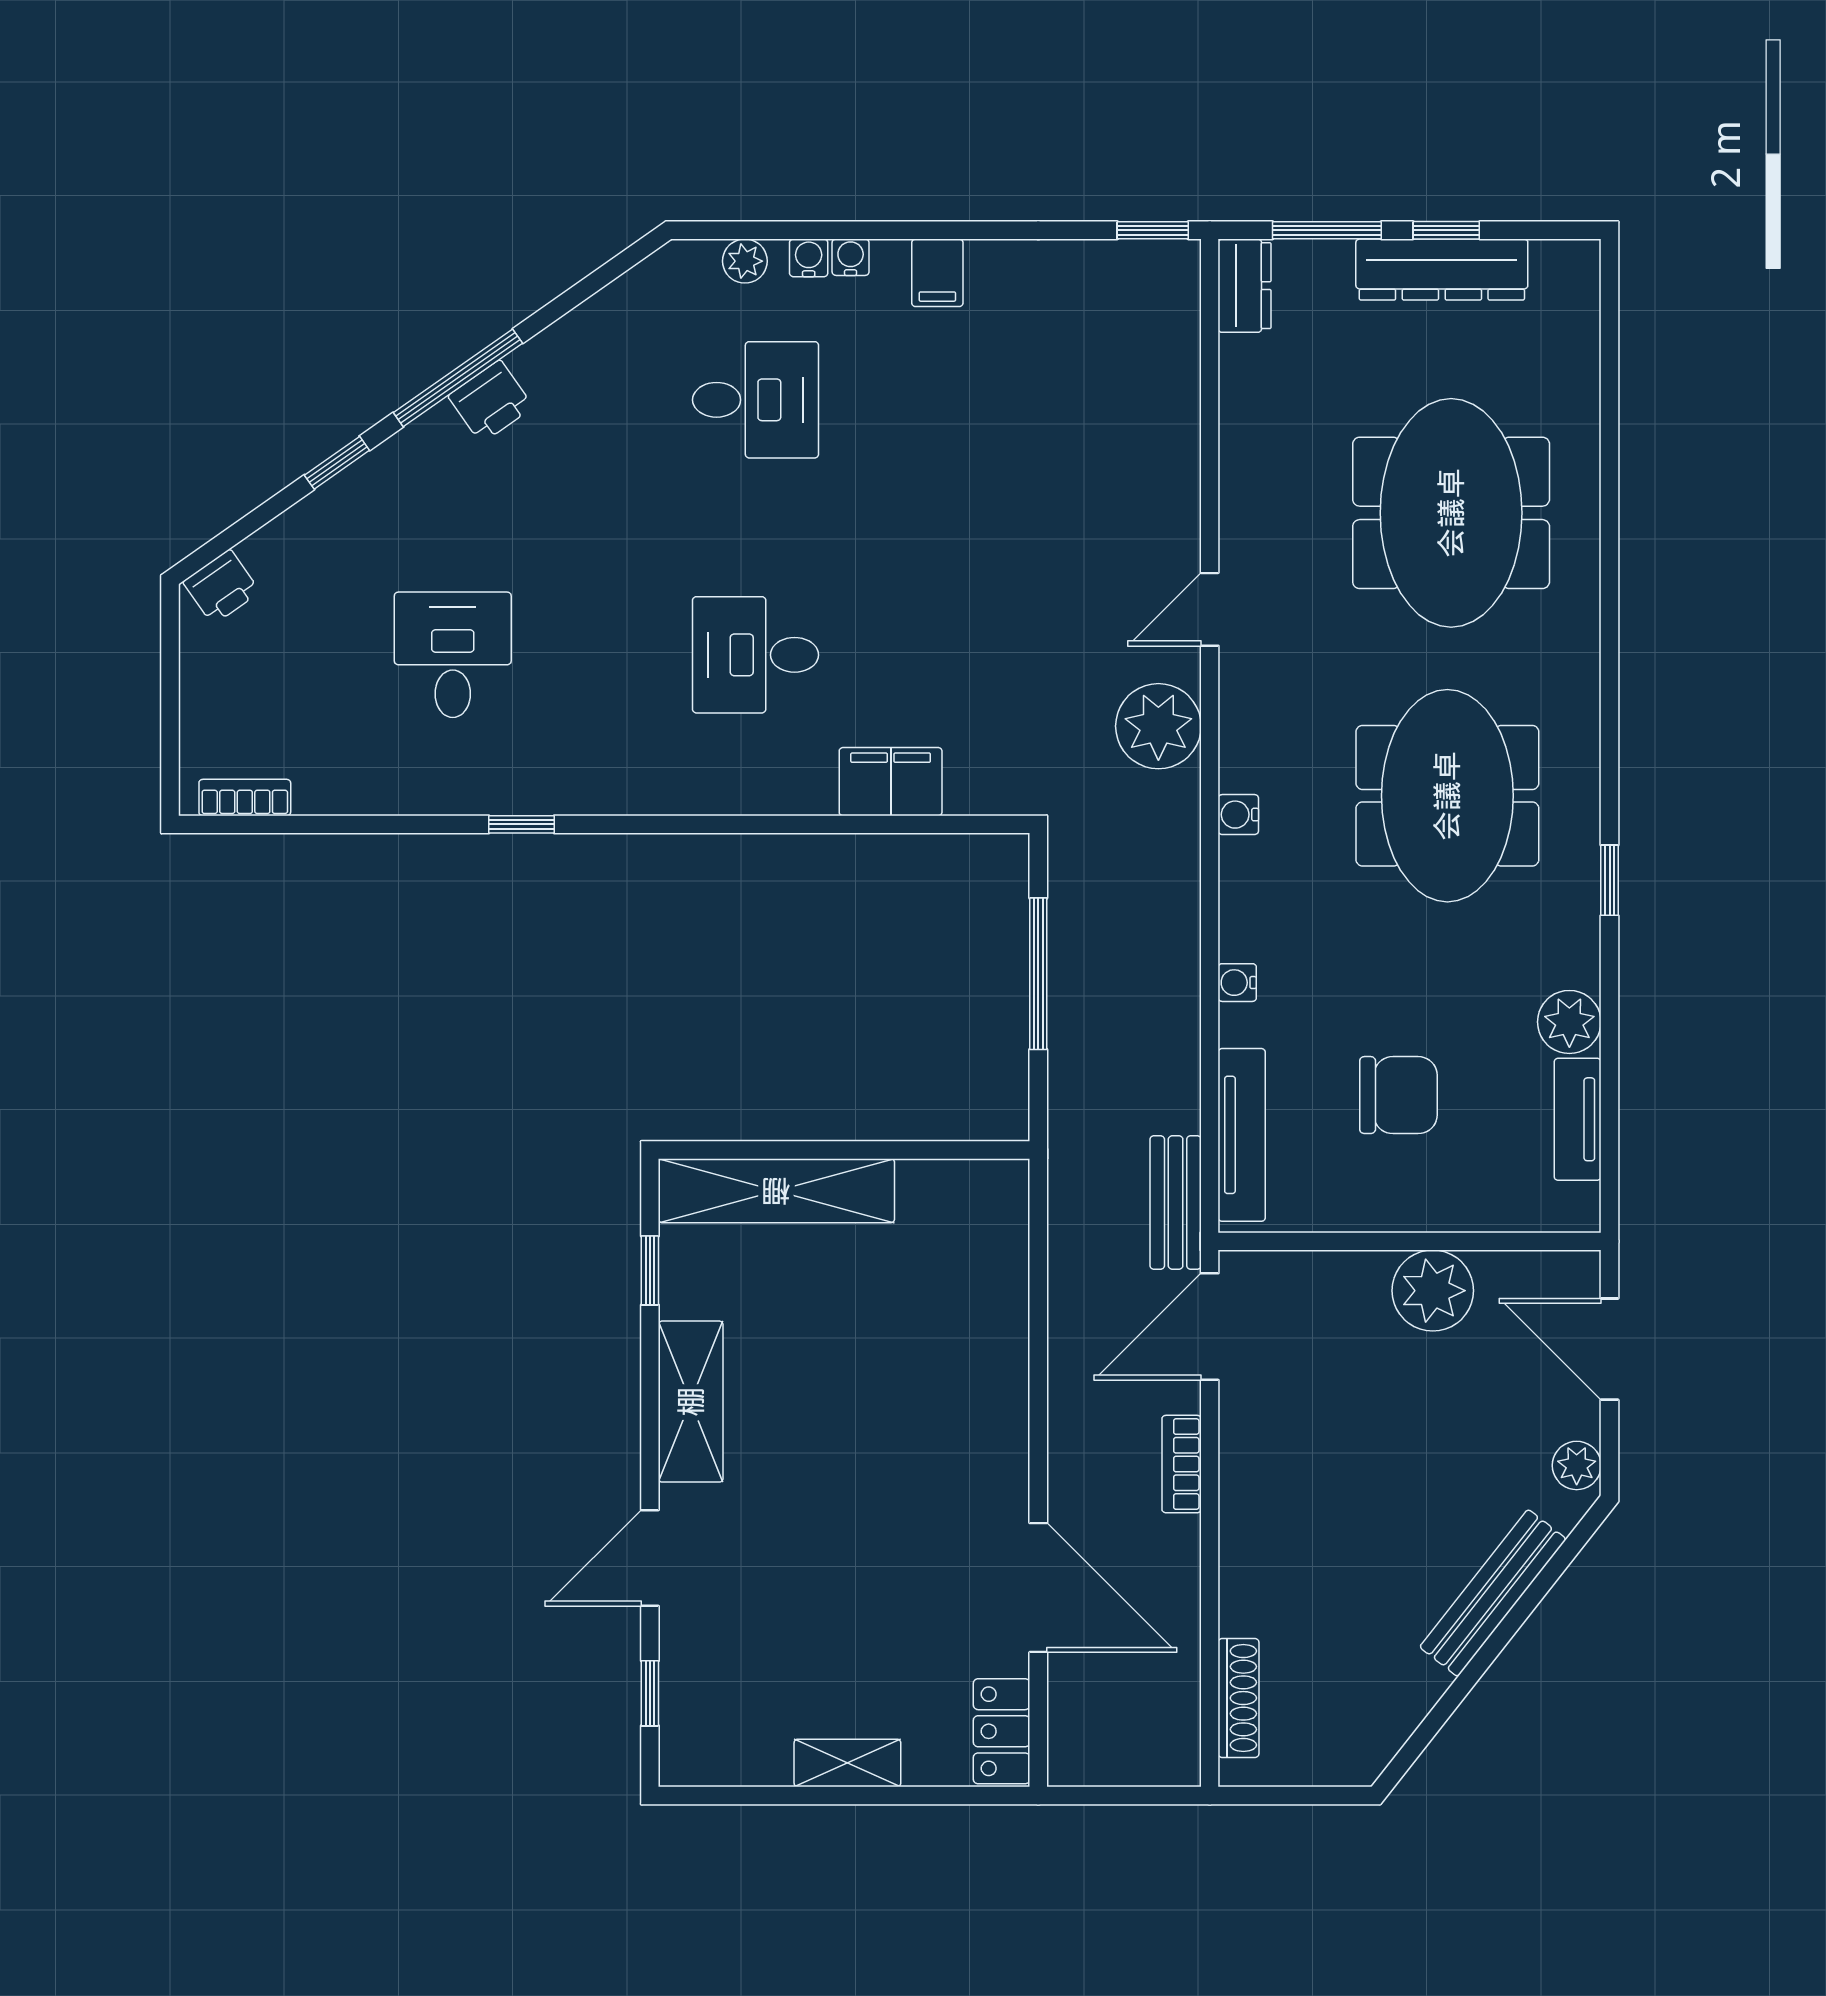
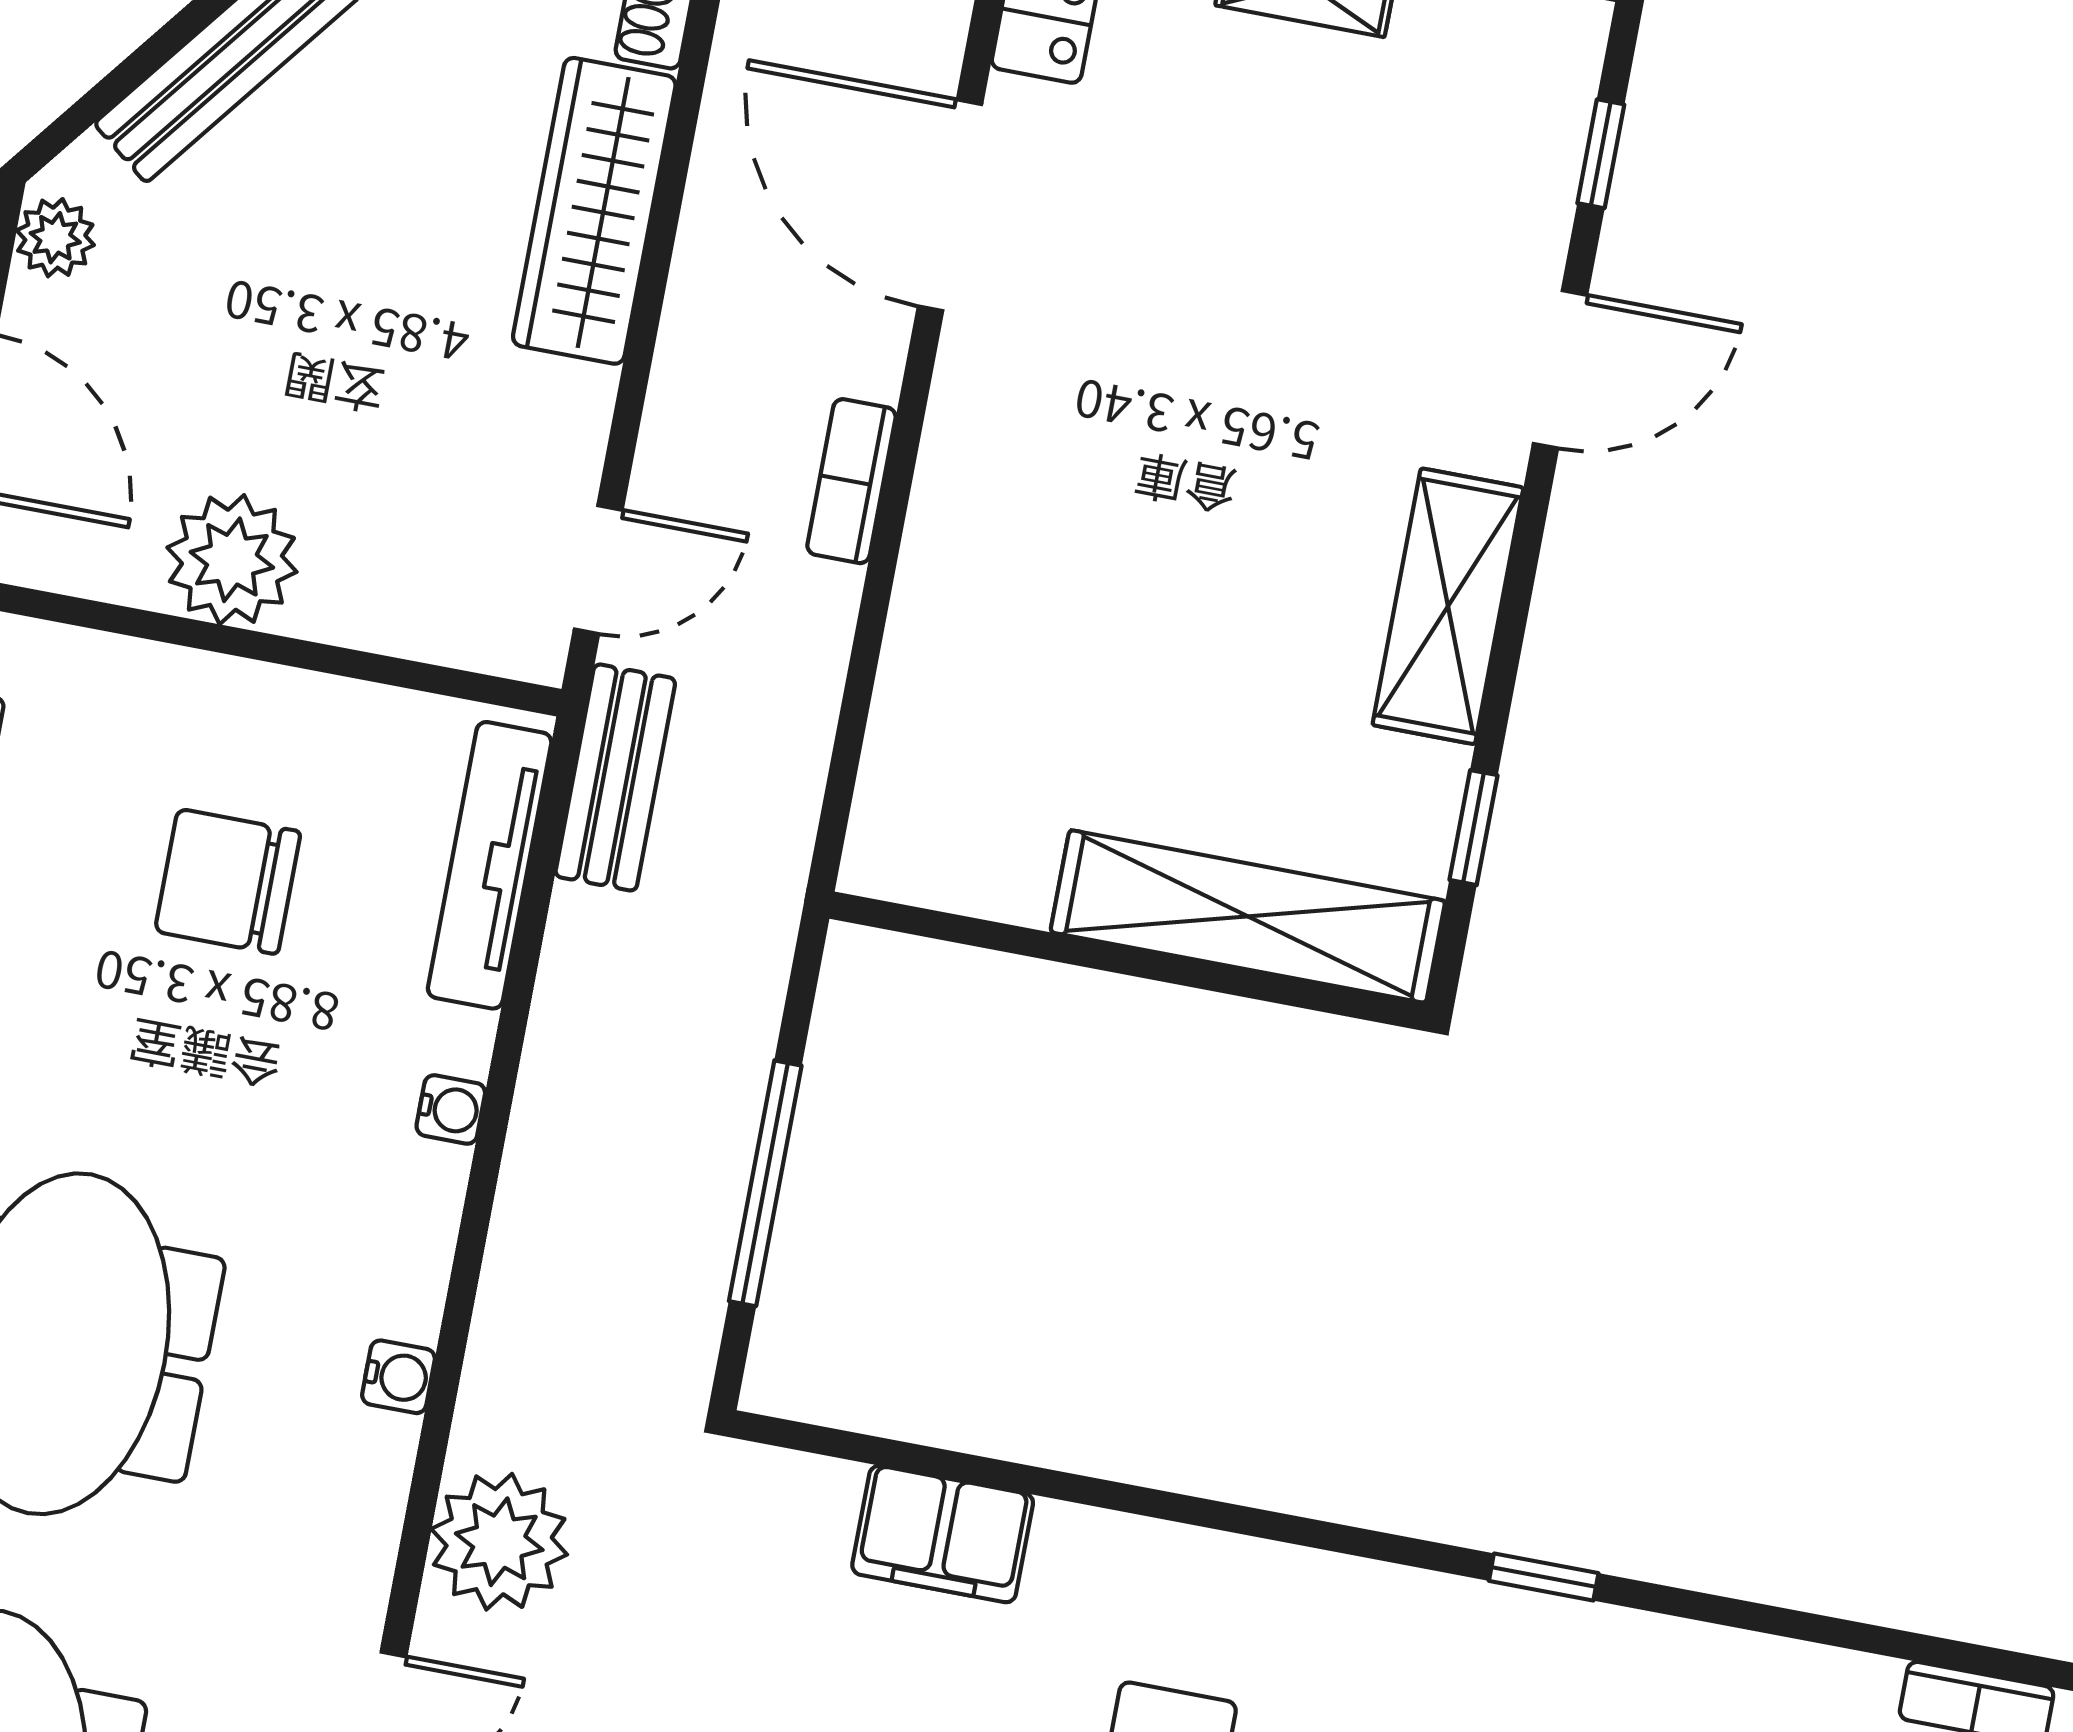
door: (1210, 1327) -> (598, 570), width x0.73
bookcase: (1182, 1464) -> (851, 481), moved, turned 180
wardrobe: (1253, 1543) -> (594, 211), added

